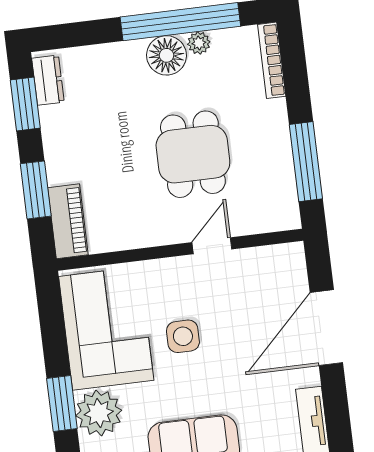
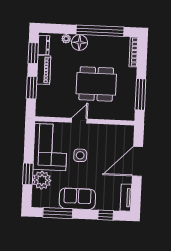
plant: (199, 43) -> (66, 39), moved
floor lamp: (166, 55) -> (79, 43), moved
dining table: (193, 154) -> (96, 84), width x1.38
piano: (68, 221) -> (44, 70), moved
door: (212, 246) -> (79, 121), moved

